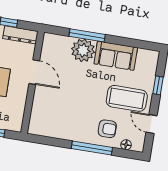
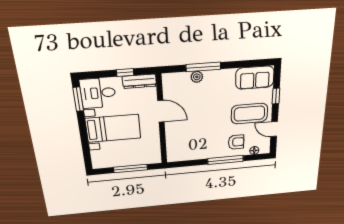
plant: (83, 50) -> (197, 77), width x0.53, depth x0.53
sofa: (116, 56) -> (255, 78), moved

